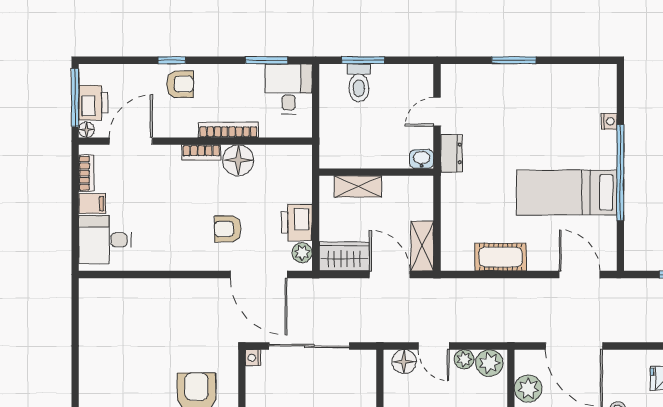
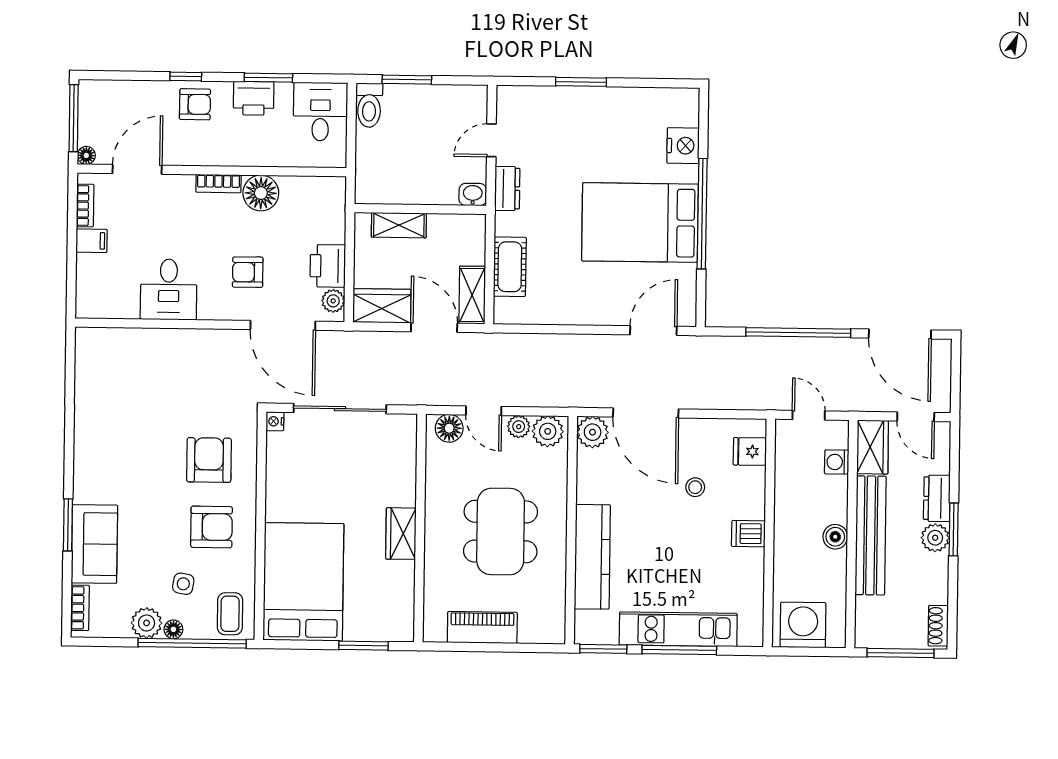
window: (267, 60) -> (268, 78), moved
toilet: (359, 83) -> (369, 105), moved
printer: (93, 103) -> (254, 98), moved, turned 90
nightstand: (609, 121) -> (683, 146), width x1.89, depth x1.79
bookcase: (228, 130) -> (250, 158), removed
bed: (567, 192) -> (640, 222), width x1.50
desk: (105, 240) -> (169, 289), moved, turned -90
cot: (501, 257) -> (510, 267), moved, turned 90
door: (580, 275) -> (653, 331), hinge flipped
plant: (528, 389) -> (593, 432), moved

